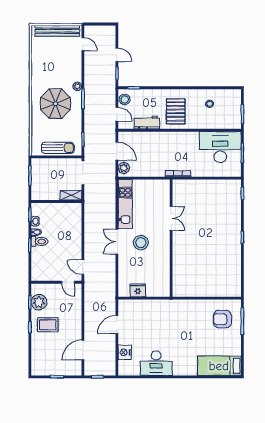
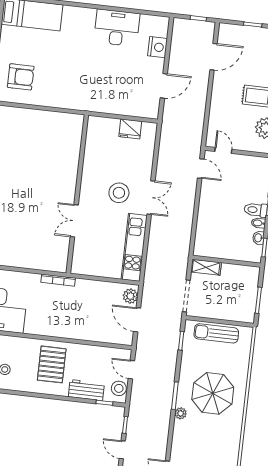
workbench: (147, 122) -> (86, 390), moved, turned 180

